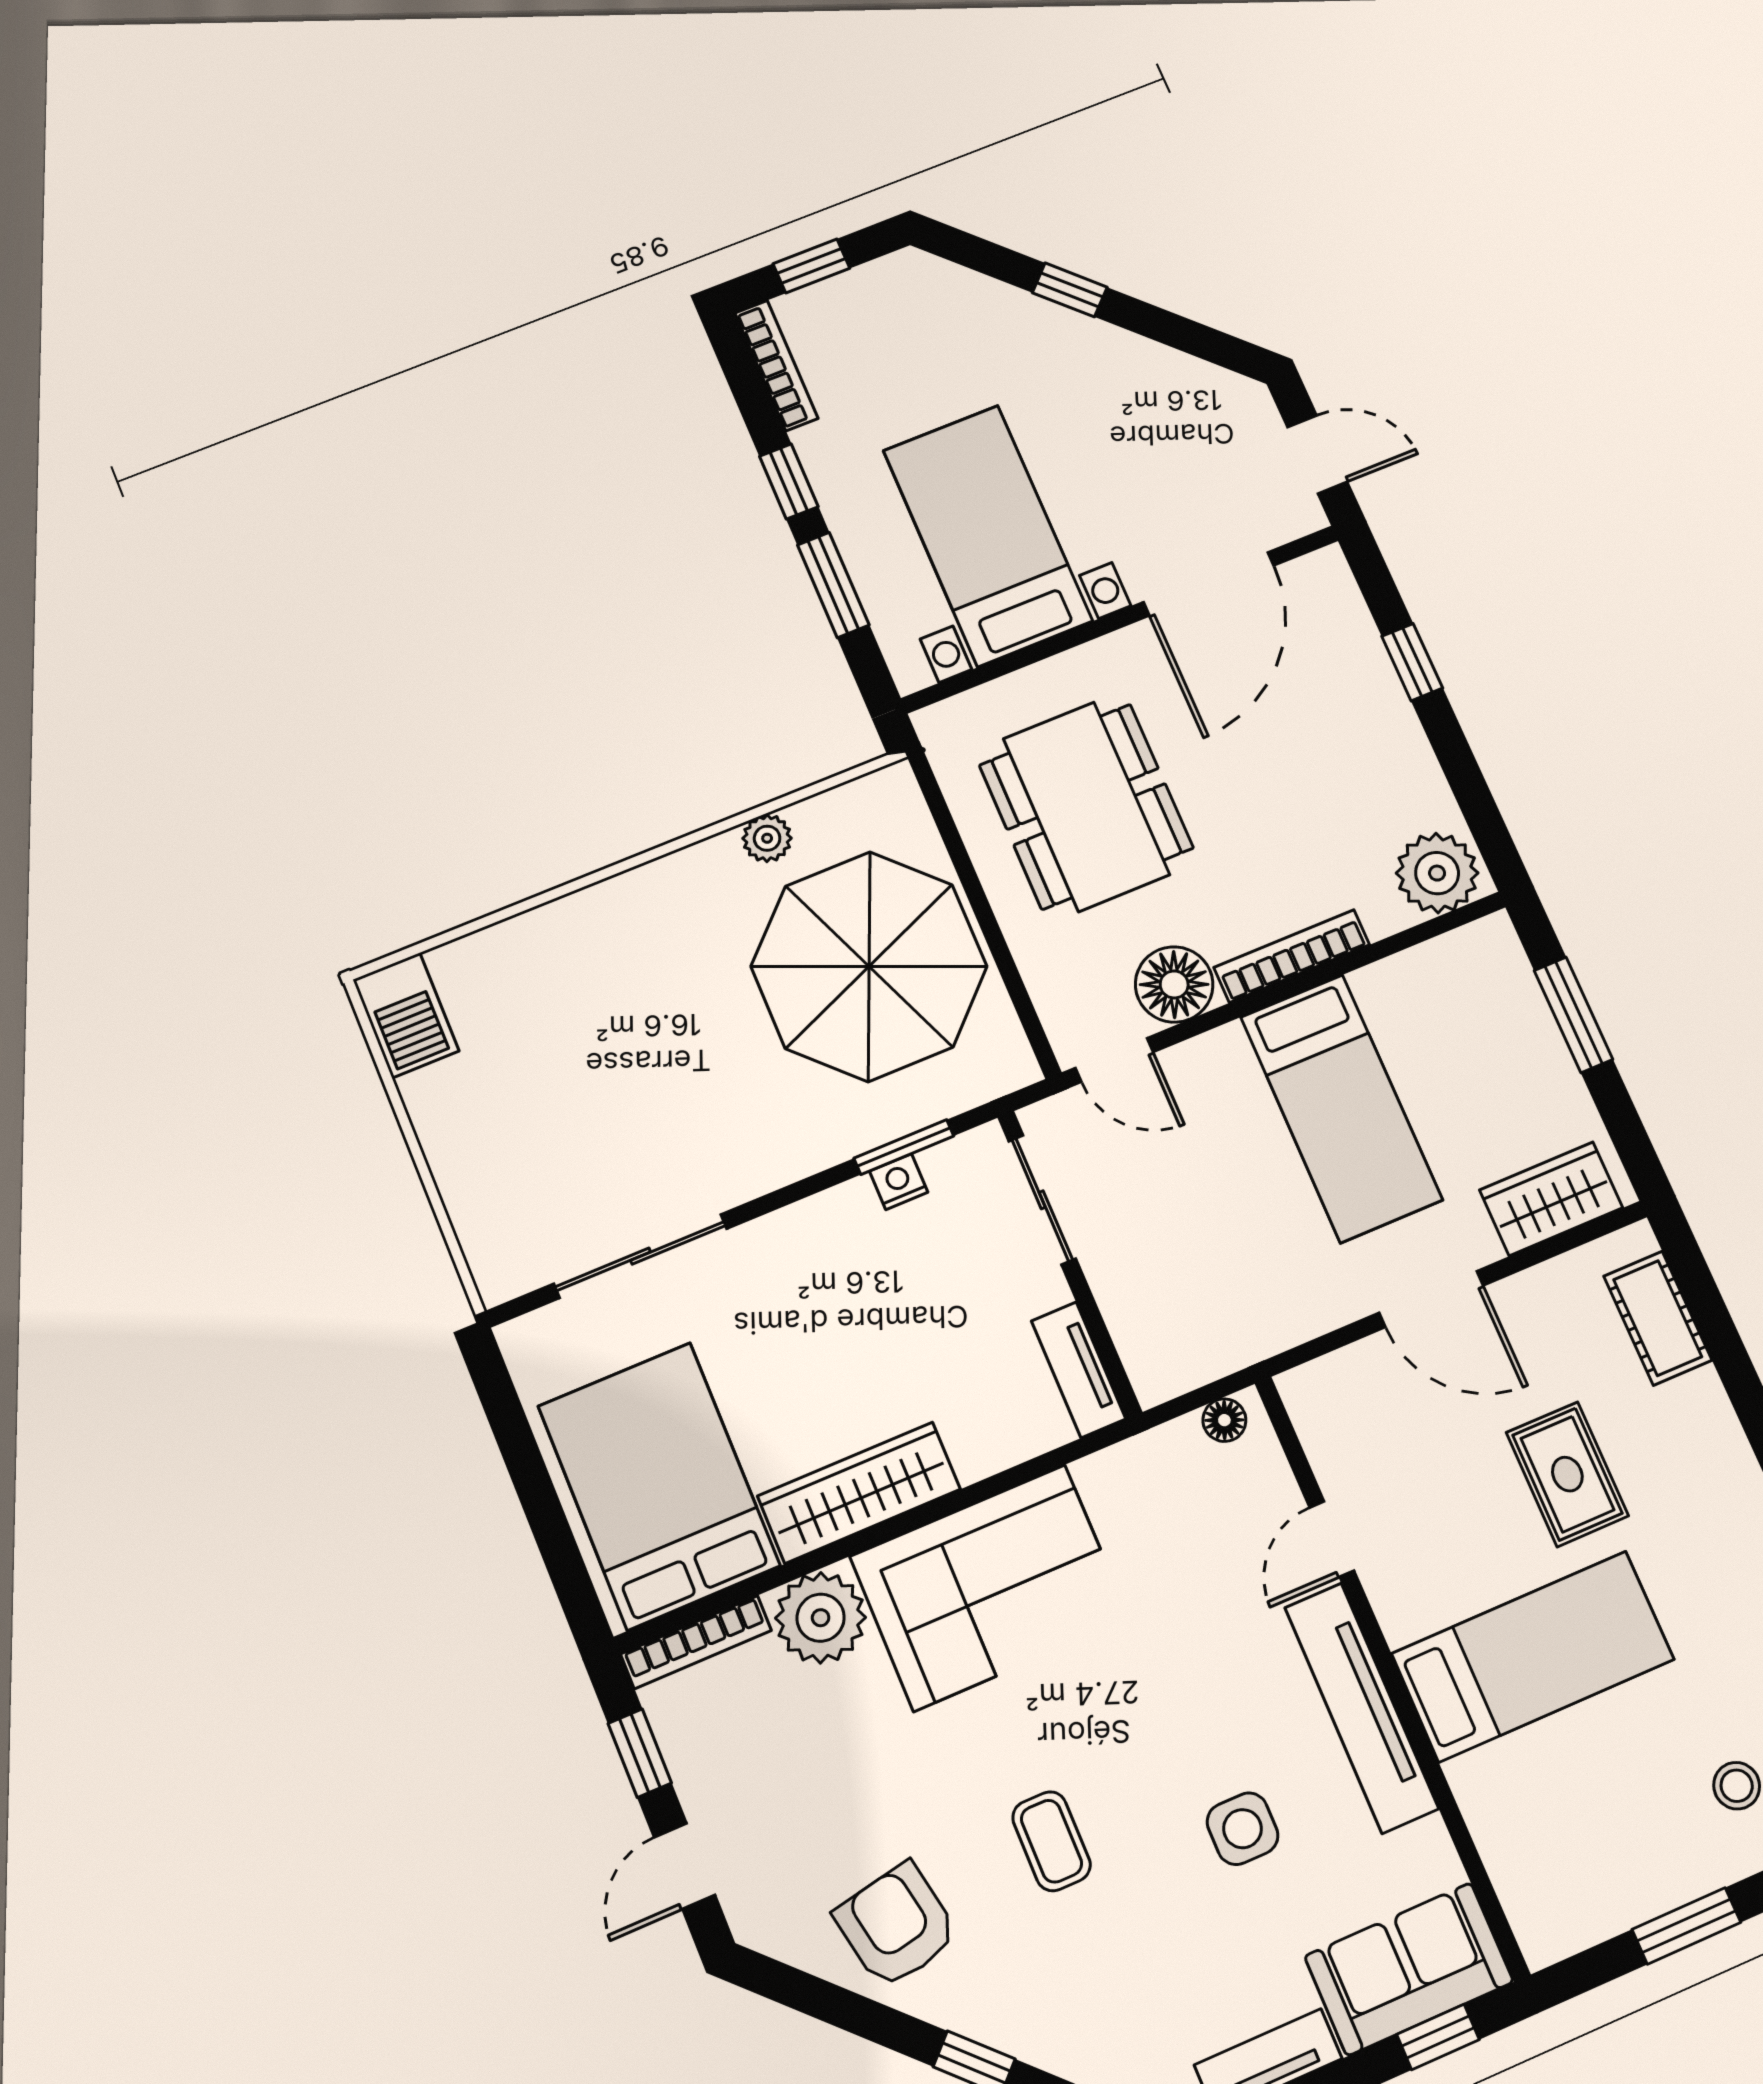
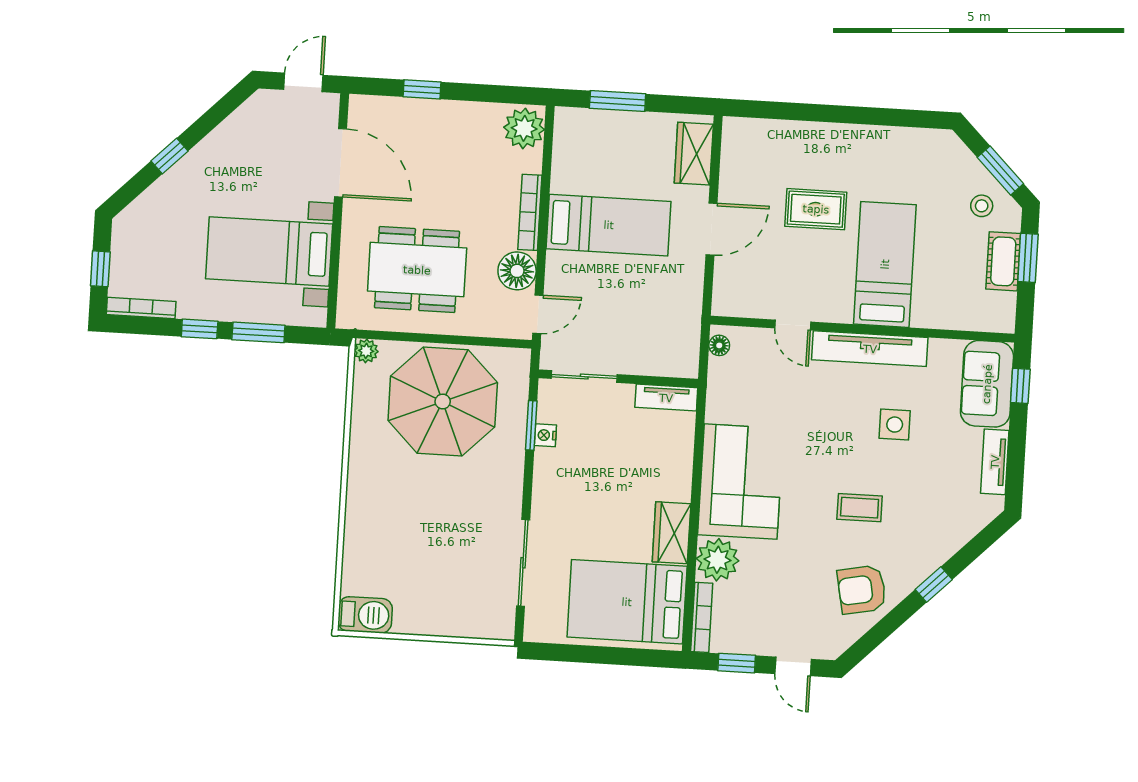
plant: (767, 838) -> (366, 351), moved
cot: (1658, 1318) -> (1003, 261), moved, turned 90
wardrobe: (859, 1493) -> (672, 533), width x0.67

